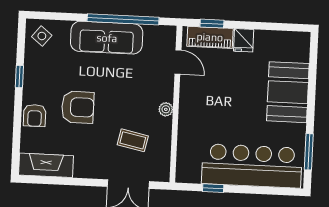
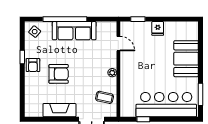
window: (123, 19) -> (65, 19), moved
piano: (210, 37) -> (137, 28), removed
armchair: (35, 115) -> (33, 65), moved
coffee table: (133, 140) -> (105, 97), moved
fireplace: (46, 165) -> (59, 110), moved

